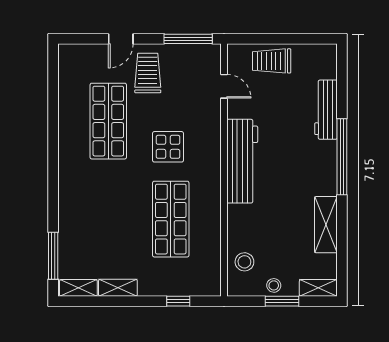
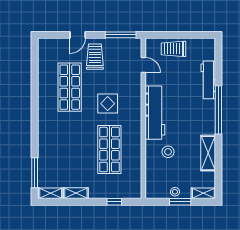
stool: (244, 262) -> (168, 152), moved

